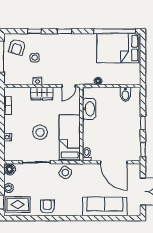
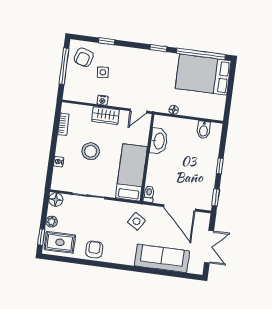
window: (65, 31) -> (158, 48), moved
stool: (40, 132) -> (91, 151), moved
side table: (65, 172) -> (137, 221), moved

